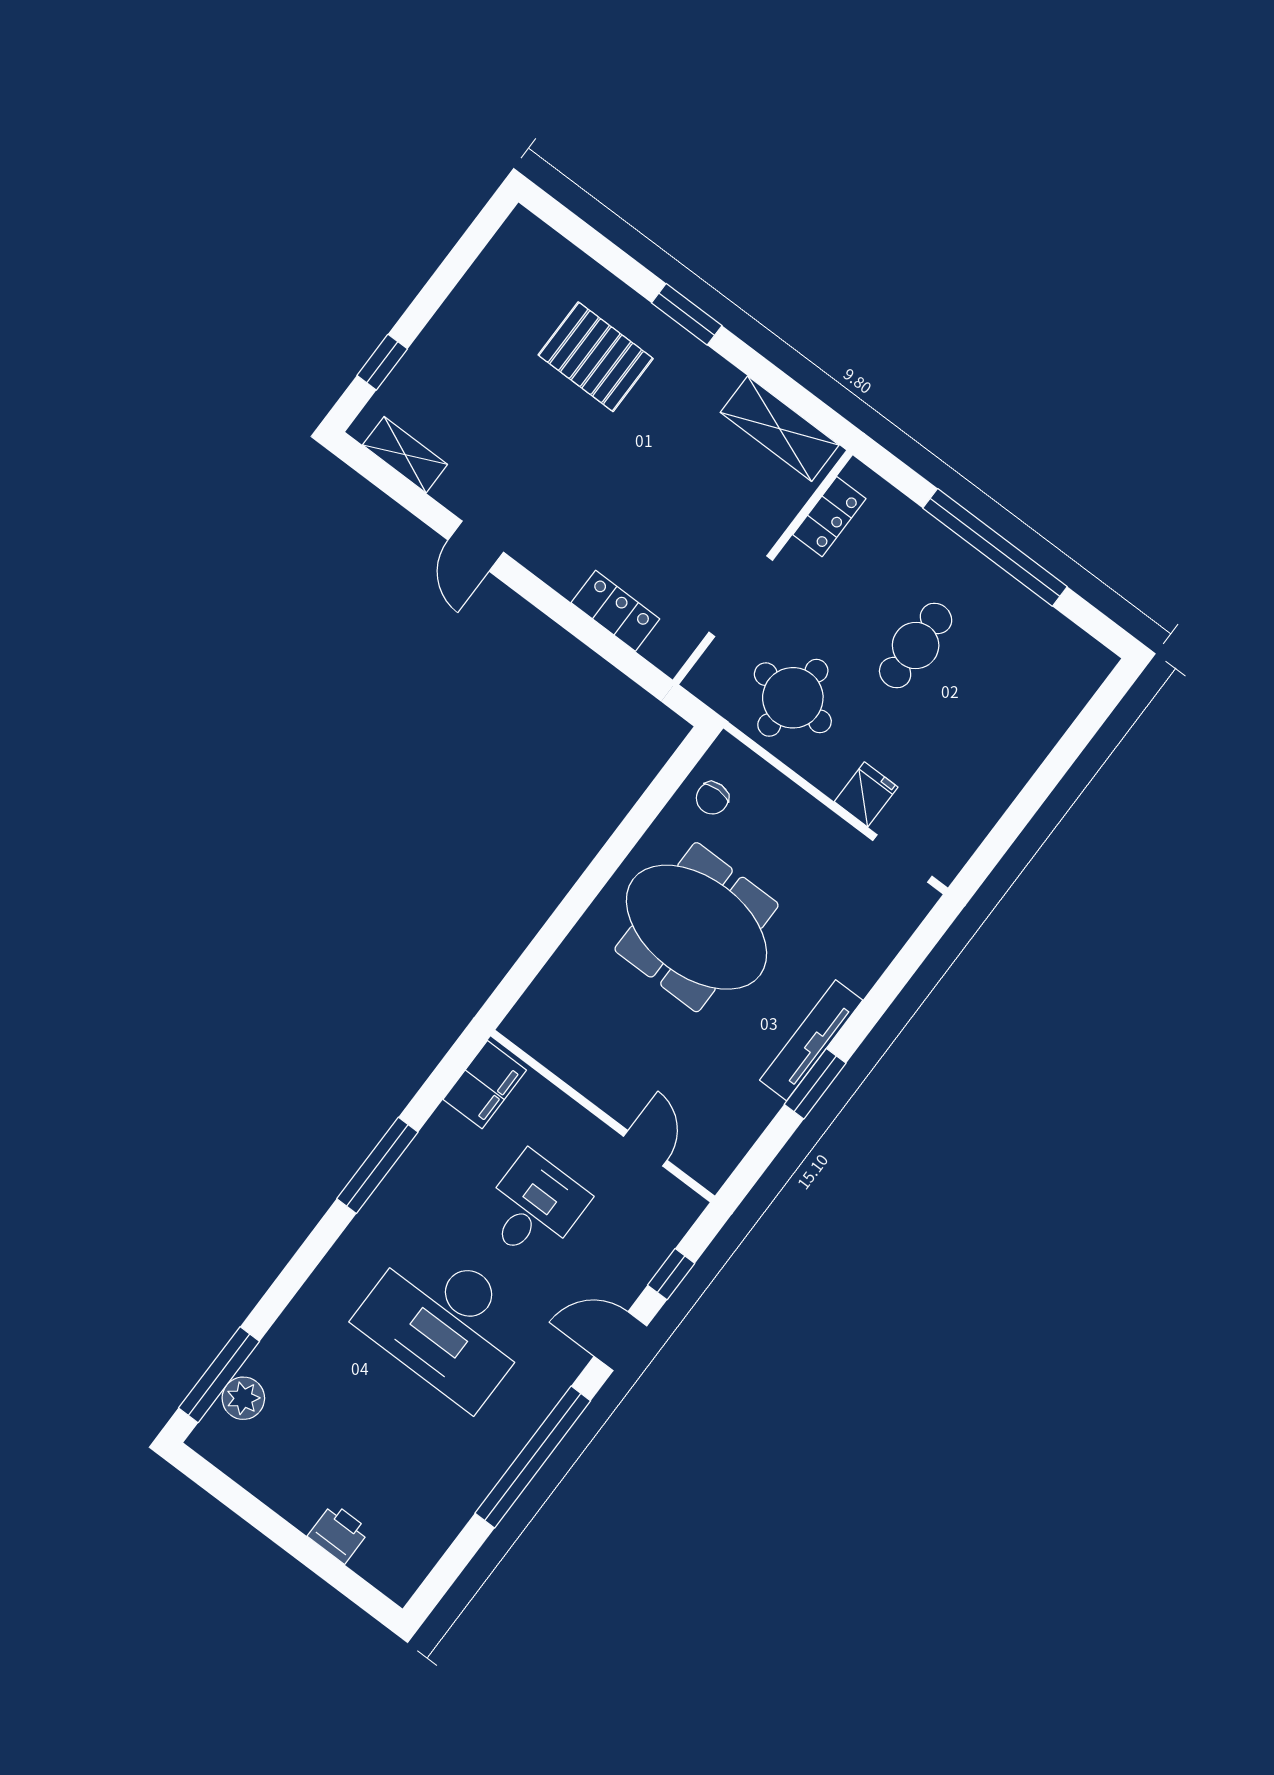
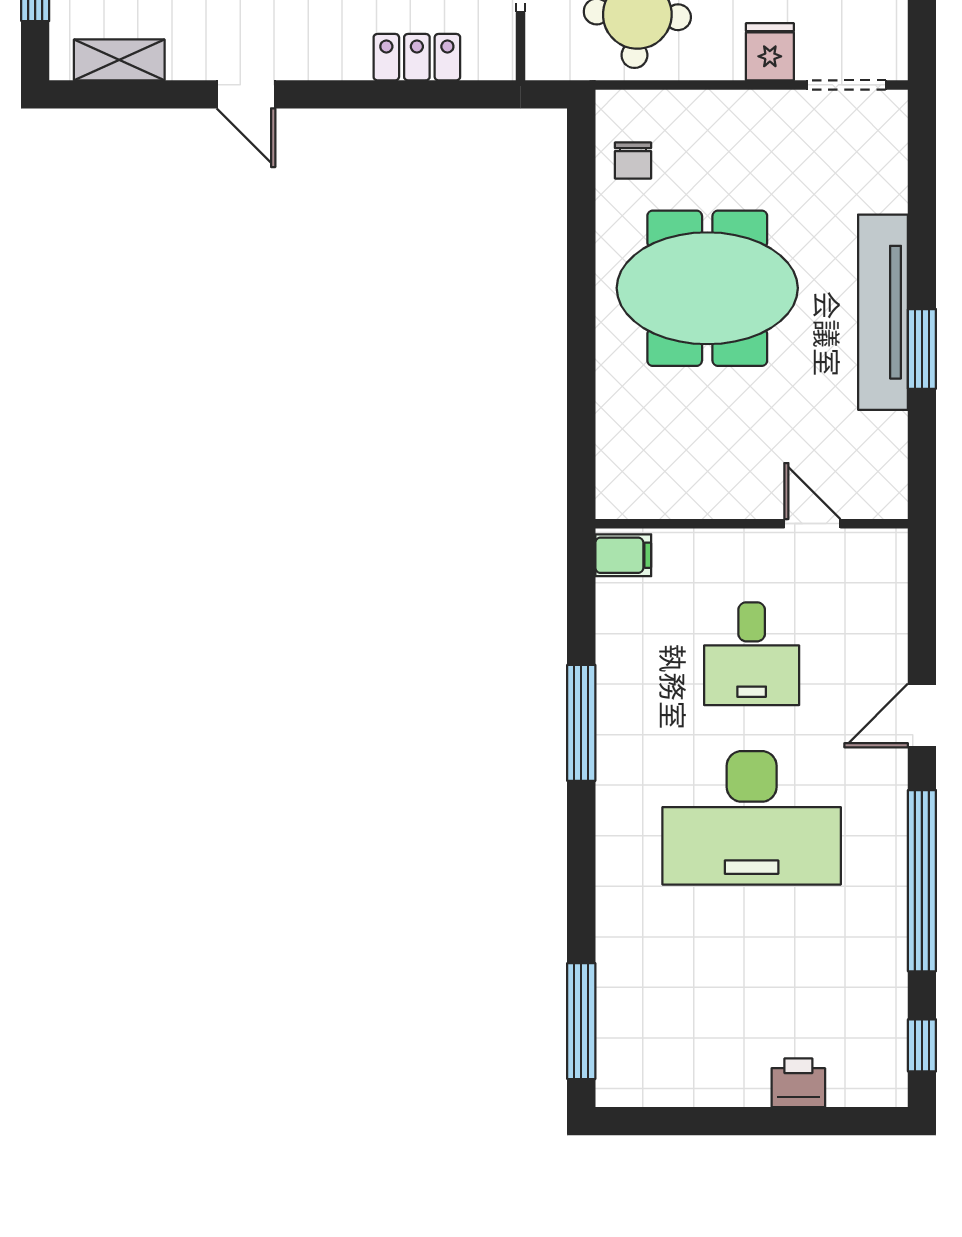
tv unit: (811, 1040) -> (883, 312), width x1.36, depth x1.29
filing cabinet: (485, 1085) -> (623, 555), width x0.50
desk: (534, 1207) -> (752, 654), turned 180
window: (671, 1274) -> (922, 1045), moved
plant: (243, 1398) -> (619, 1026), removed

